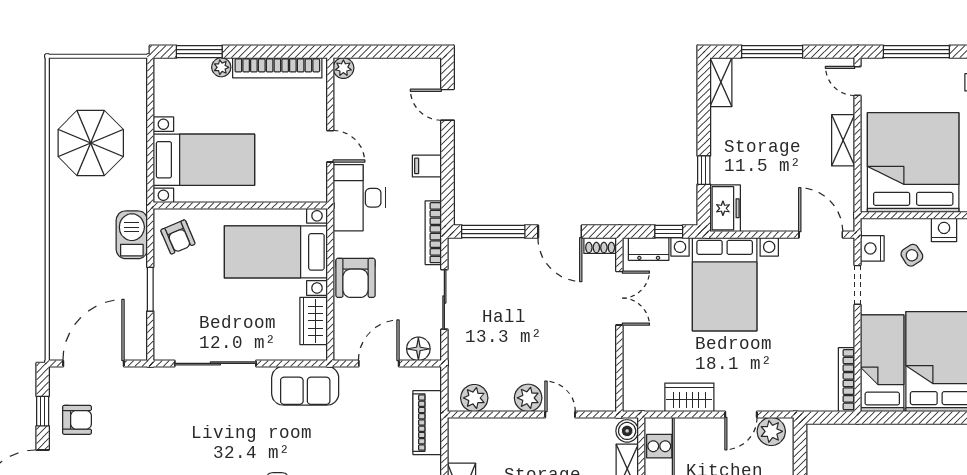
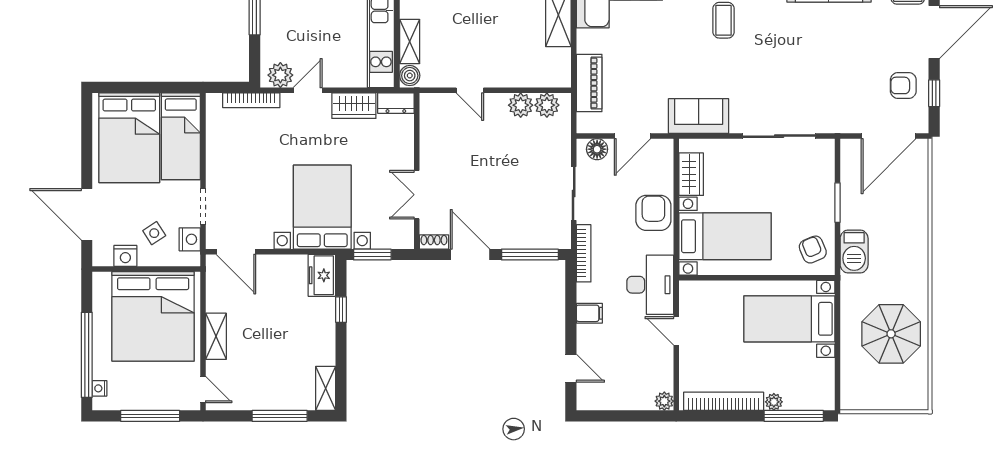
window: (199, 52) -> (794, 416), width x1.44
window: (669, 231) -> (372, 254), width x1.50
dresser: (649, 249) -> (396, 103), moved, turned 180
bookcase: (846, 380) -> (251, 100), moved, turned 90
plant: (528, 398) -> (521, 105), moved

